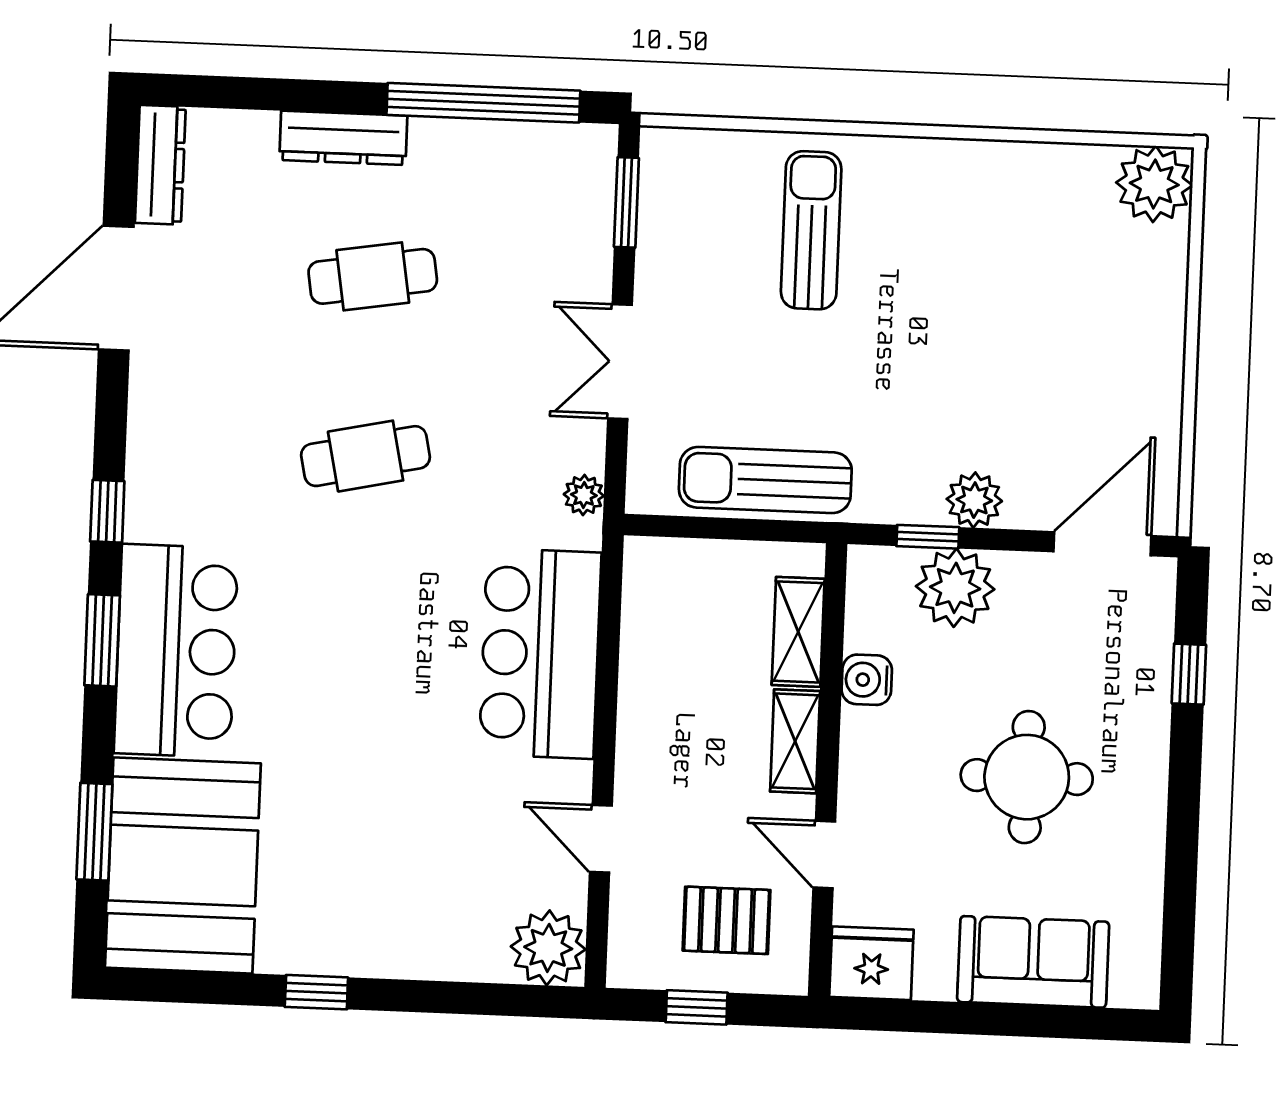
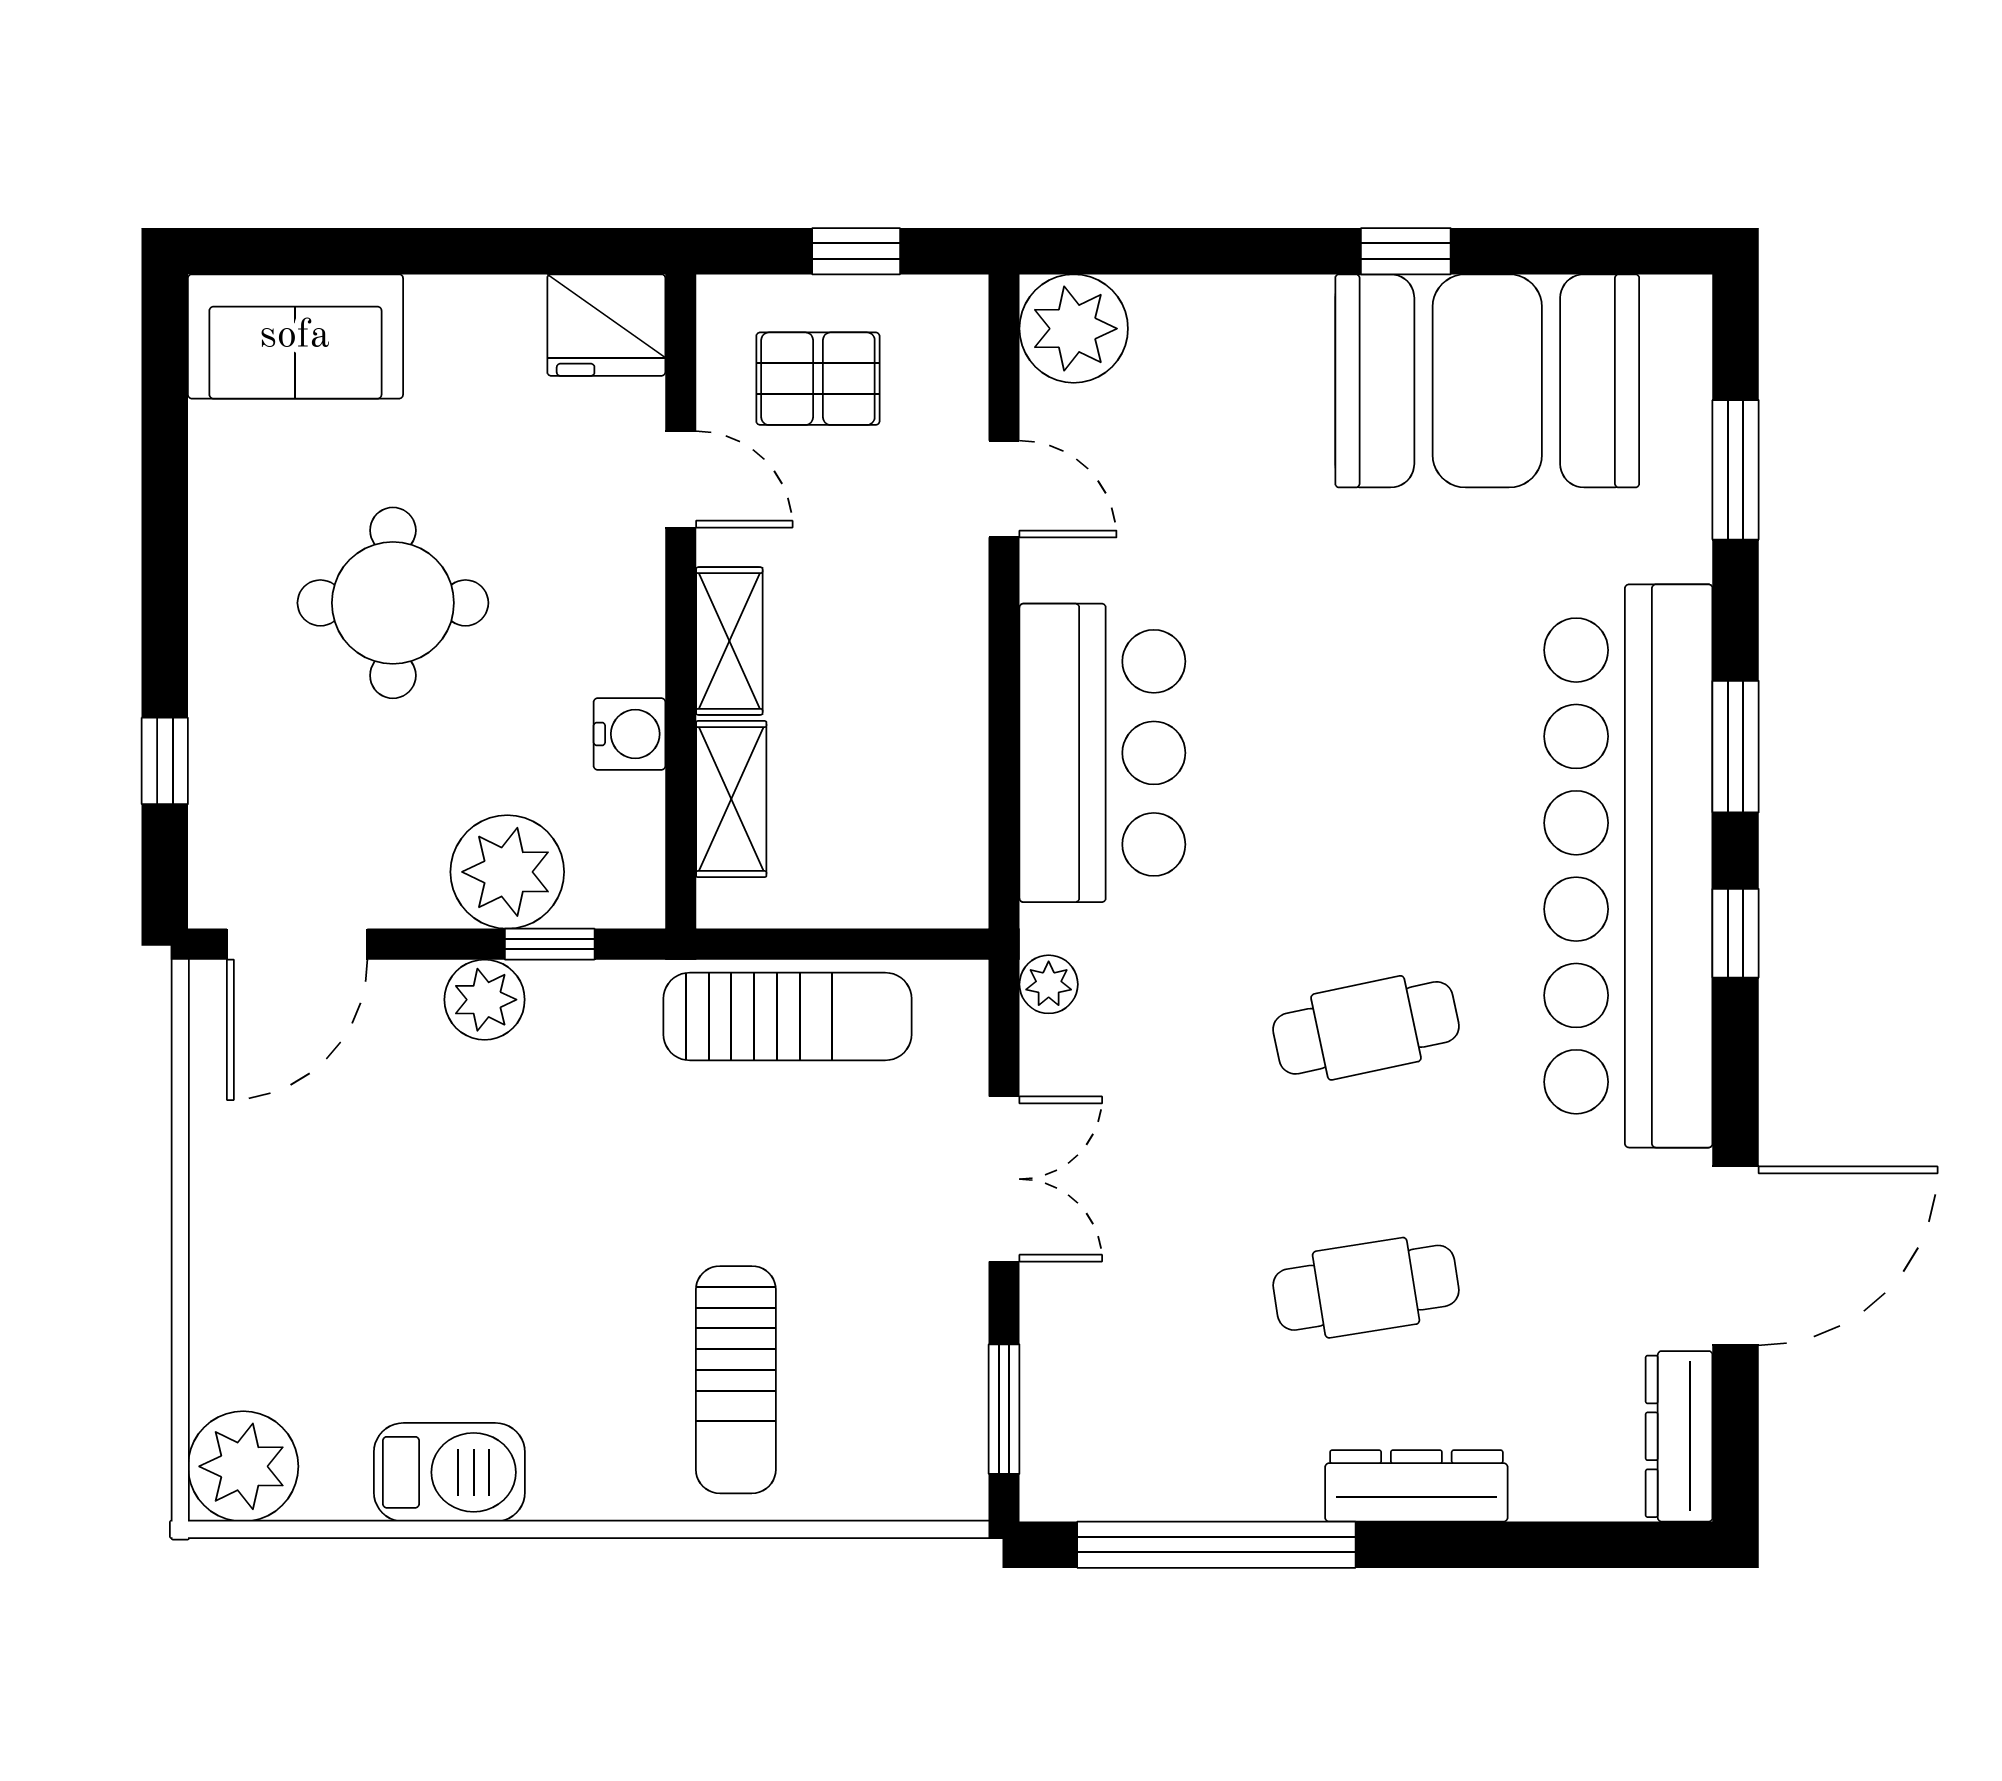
barbecue: (1012, 174) -> (449, 1472), added
bar counter: (176, 651) -> (1628, 866), width x1.86
booth: (183, 866) -> (1487, 381), moved, turned 90
sofa: (1033, 962) -> (295, 336), moved

